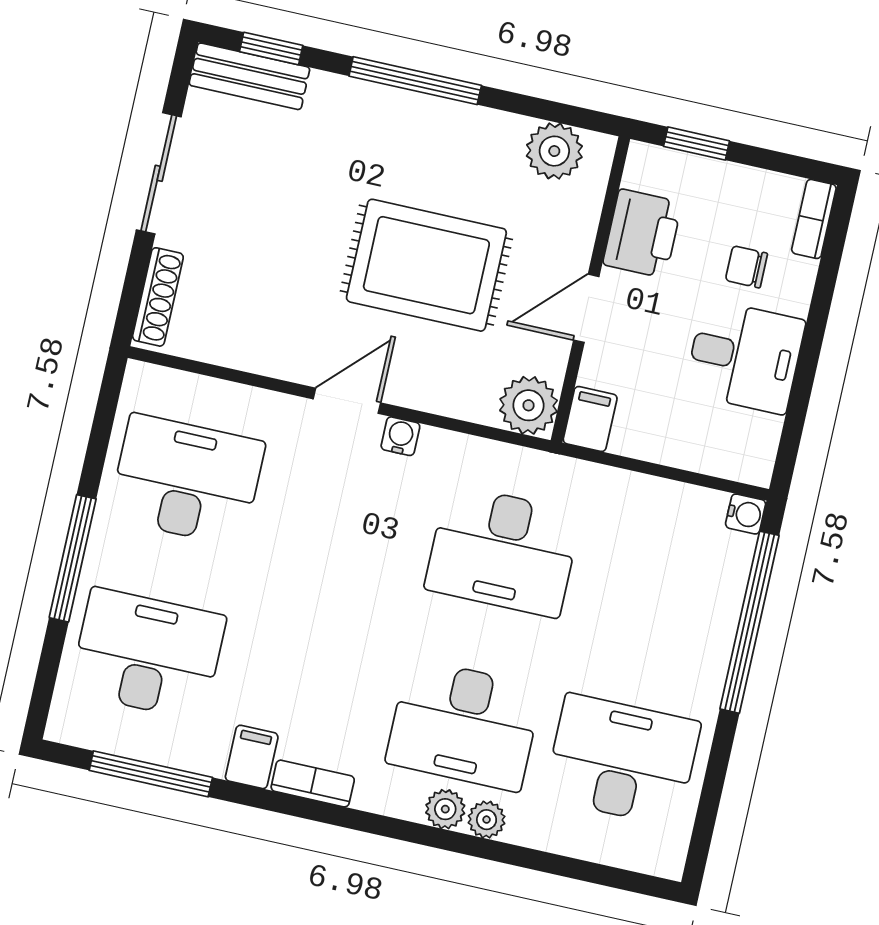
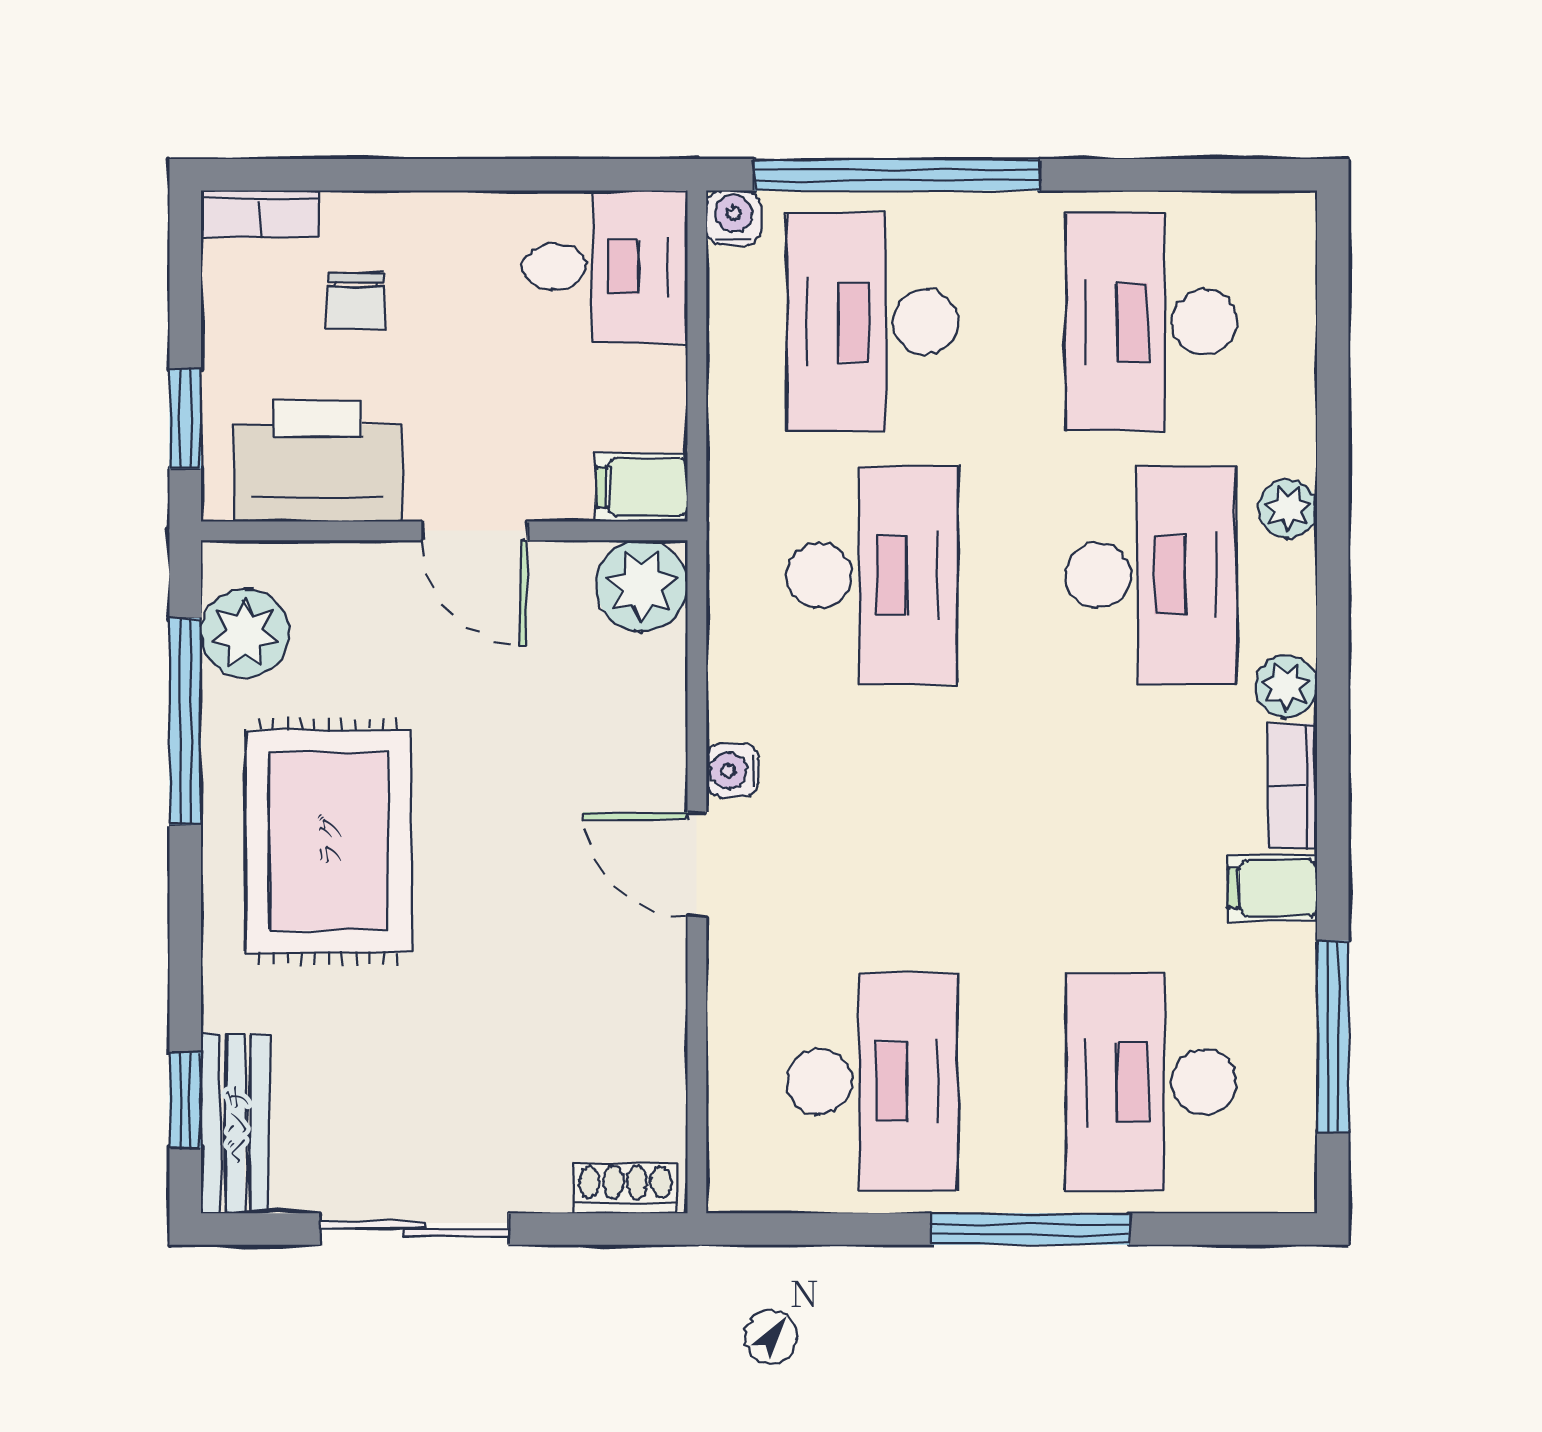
window: (415, 81) -> (185, 721), moved
printer: (642, 233) -> (318, 461), width x1.37, depth x1.19
rug: (426, 265) -> (328, 841), moved
shoe rack: (158, 297) -> (625, 1188), width x0.70
desk: (745, 357) -> (605, 267), moved, turned 90
desk: (187, 480) -> (872, 1082), turned 180
desk: (661, 586) -> (872, 322), added
plant: (445, 809) -> (1286, 686), moved

